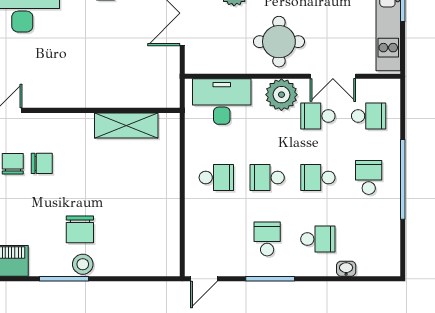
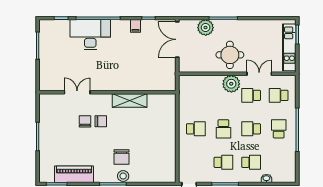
double door: (333, 76) -> (259, 74), swing flipped
desk: (222, 102) -> (199, 87), removed
school desk: (369, 116) -> (279, 95), turned 180
shelving: (126, 125) -> (130, 101), moved
school desk: (267, 178) -> (223, 129), turned -90
school desk: (267, 239) -> (223, 162), turned 90

